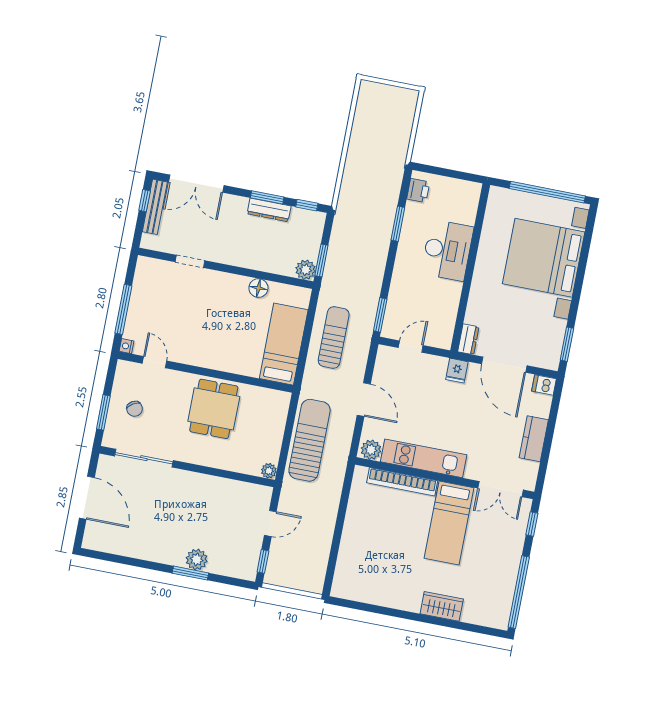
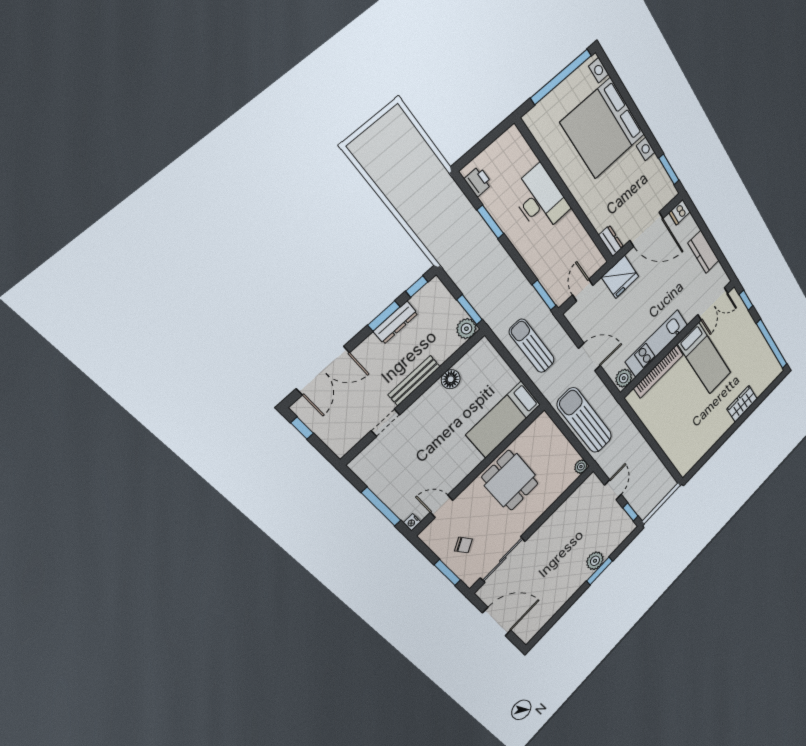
bench: (155, 207) -> (414, 381), moved, turned 90
bed: (284, 344) -> (504, 419), moved, turned -90
fridge: (457, 371) -> (620, 277), width x1.88, depth x1.34

